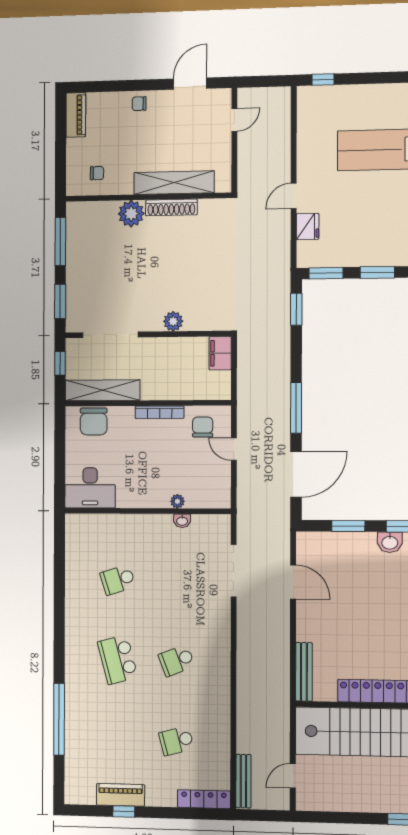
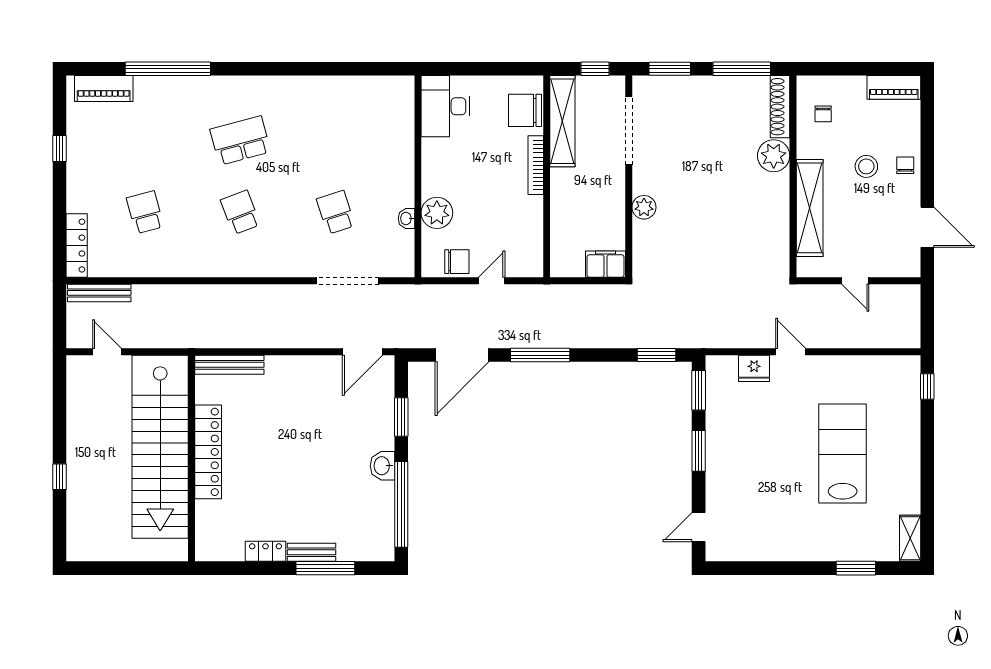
door: (234, 120) -> (855, 281), moved
stool: (140, 136) -> (866, 166), added
shoe rack: (171, 207) -> (780, 107), moved
bookcase: (160, 412) -> (536, 165), moved
chair: (203, 427) -> (457, 262), moved
door: (296, 474) -> (462, 355), hinge flipped
plant: (177, 501) -> (437, 213), width x1.88, depth x1.88
school desk: (118, 580) -> (336, 212), moved
door: (293, 582) -> (363, 352), moved
piano: (121, 795) -> (104, 88), moved, turned 90

